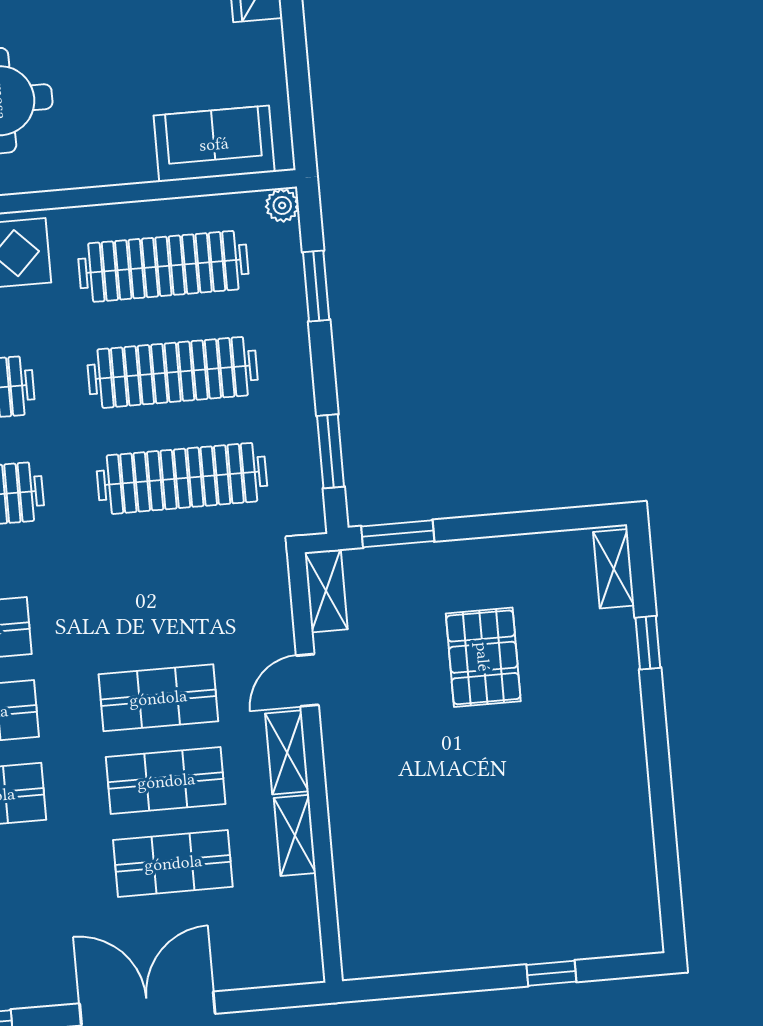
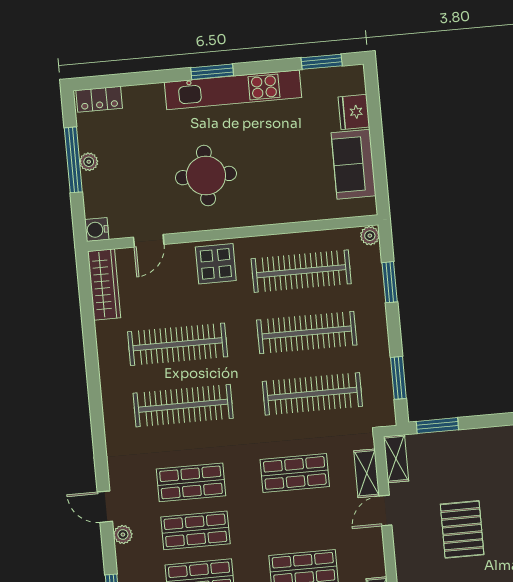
sofa: (214, 144) -> (353, 164), moved, turned -90
pallet: (483, 657) -> (462, 529), moved
shop shelf: (158, 698) -> (295, 473), moved
shelving: (287, 752) -> (367, 473), moved

